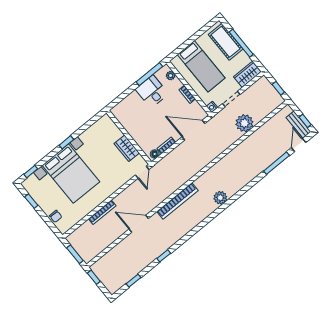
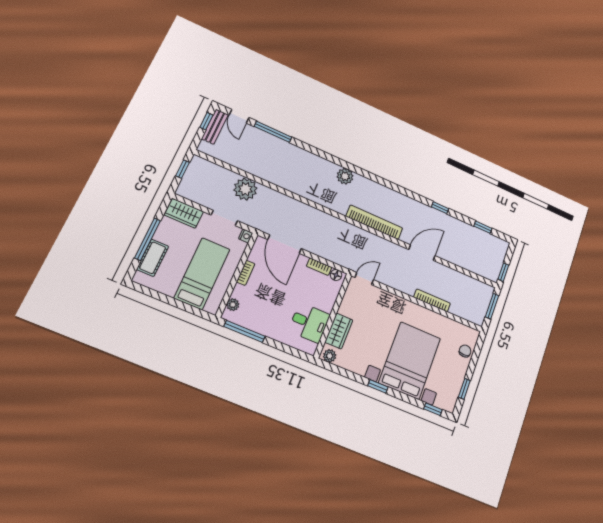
cot: (226, 42) -> (153, 258), width x0.73, depth x0.75
desk: (152, 91) -> (309, 323), moved, turned -90
plant: (104, 121) -> (330, 356), added
door: (299, 145) -> (239, 116), hinge flipped
wardrobe: (127, 148) -> (339, 331), moved
door: (139, 224) -> (422, 253), swing flipped

